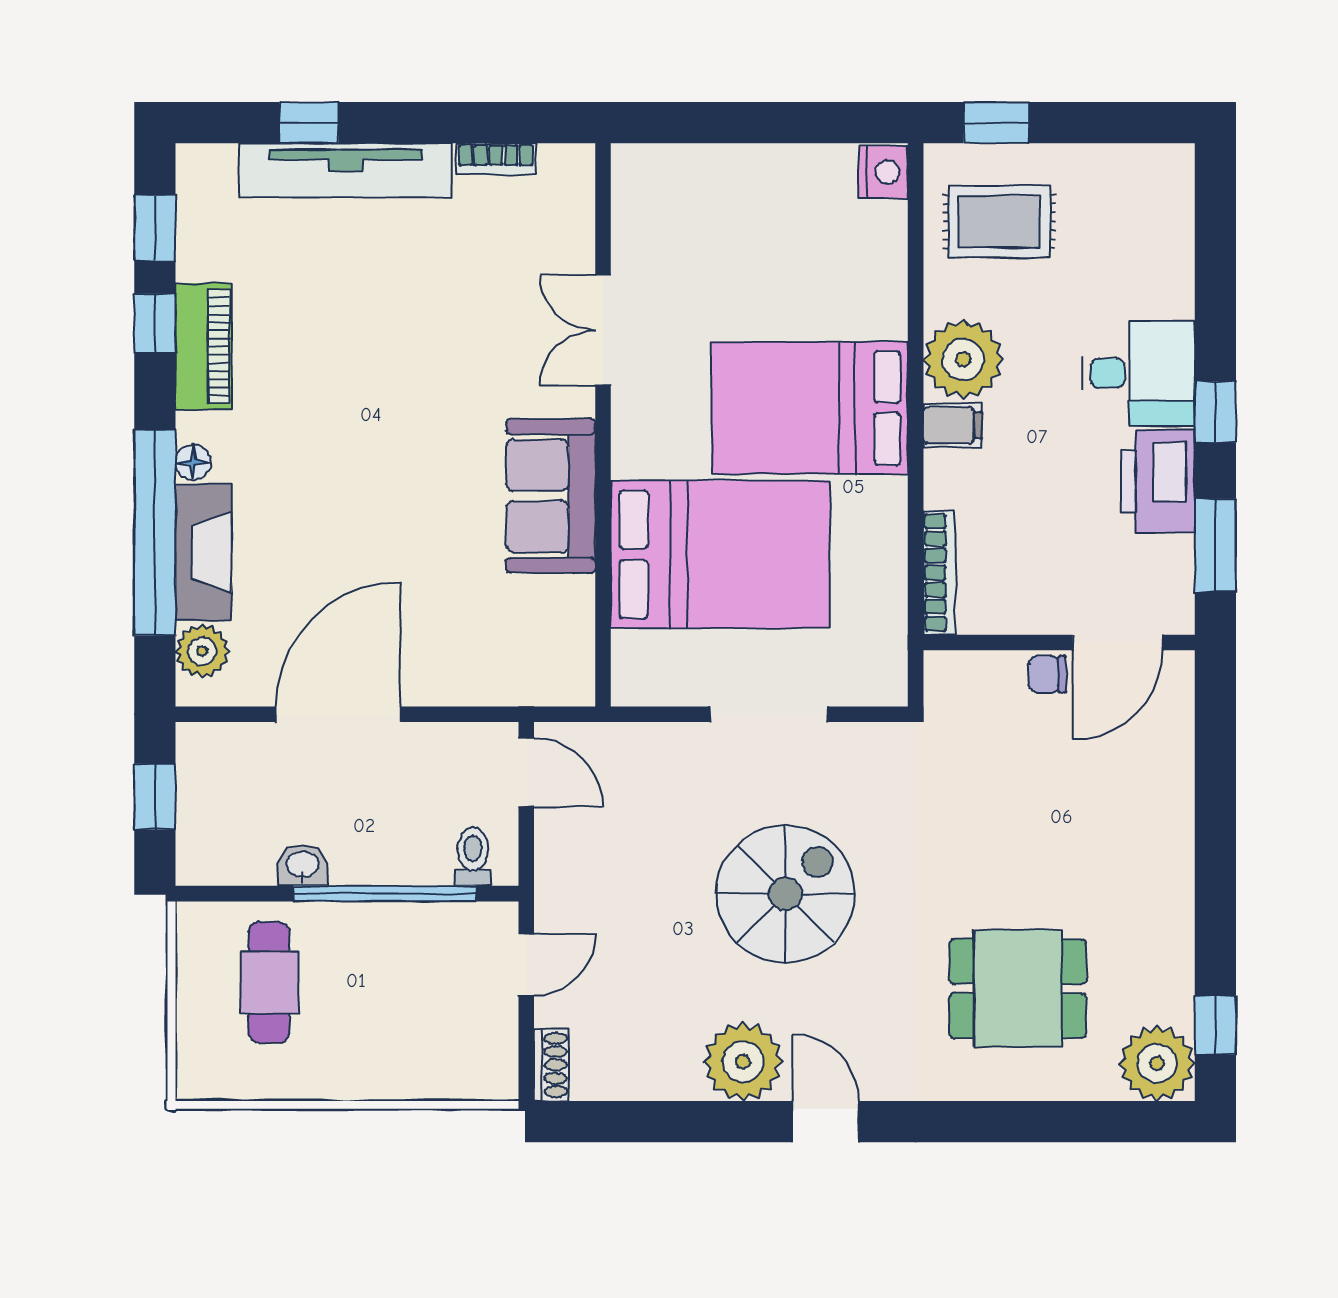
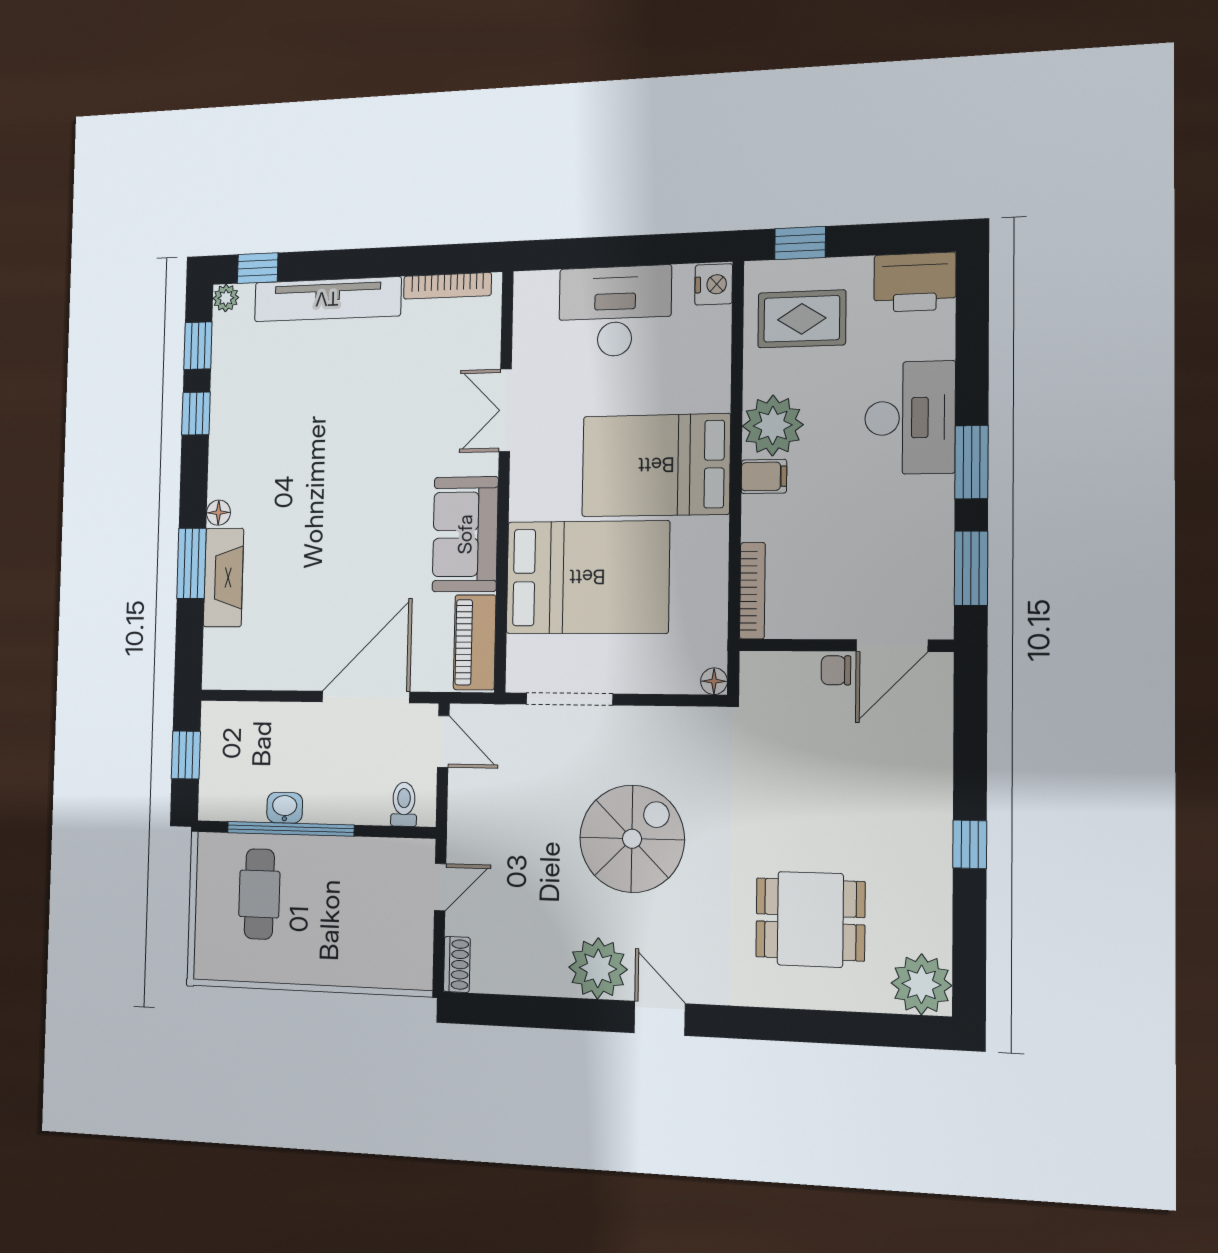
window: (309, 123) -> (258, 268), moved
bookcase: (496, 159) -> (447, 286), width x1.56
desk: (751, 203) -> (615, 311), added
piano: (204, 346) -> (475, 642), moved, turned 180
desk: (1138, 373) -> (910, 418), width x1.37
window: (1215, 412) -> (971, 462), width x1.50
printer: (1158, 481) -> (915, 282), moved, turned -90
window: (155, 532) -> (192, 563), width x0.47
plant: (202, 651) -> (226, 298), moved, width x0.73, depth x0.73
floor lamp: (891, 689) -> (714, 681), added
door: (338, 714) -> (366, 697), moved
doorway: (769, 714) -> (569, 699), moved
window: (385, 894) -> (291, 829), moved
window: (1215, 1025) -> (970, 844), moved

